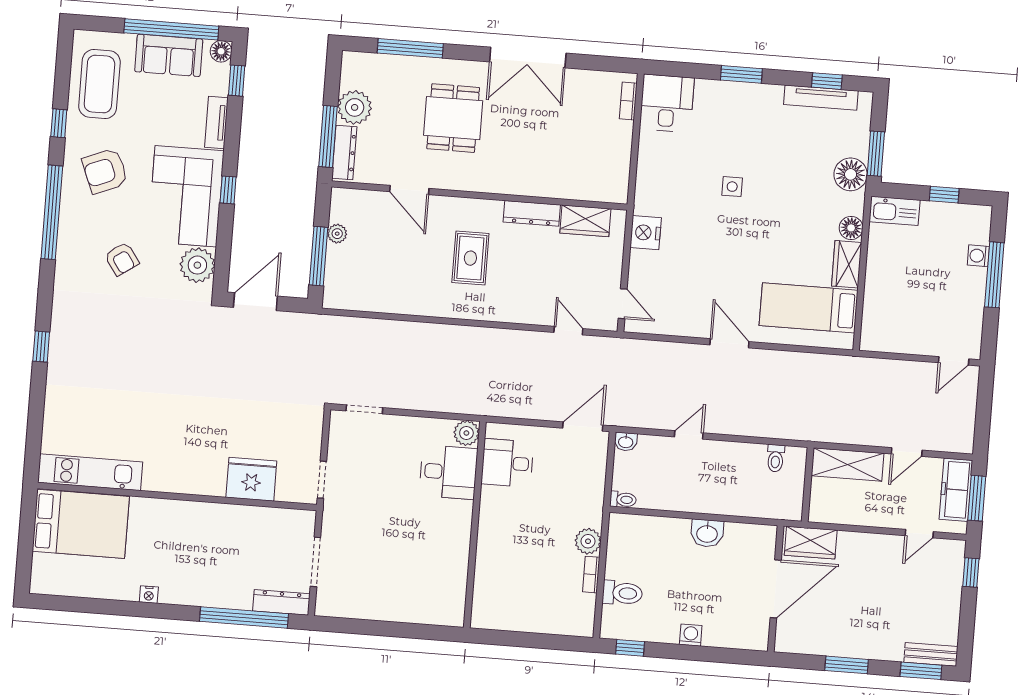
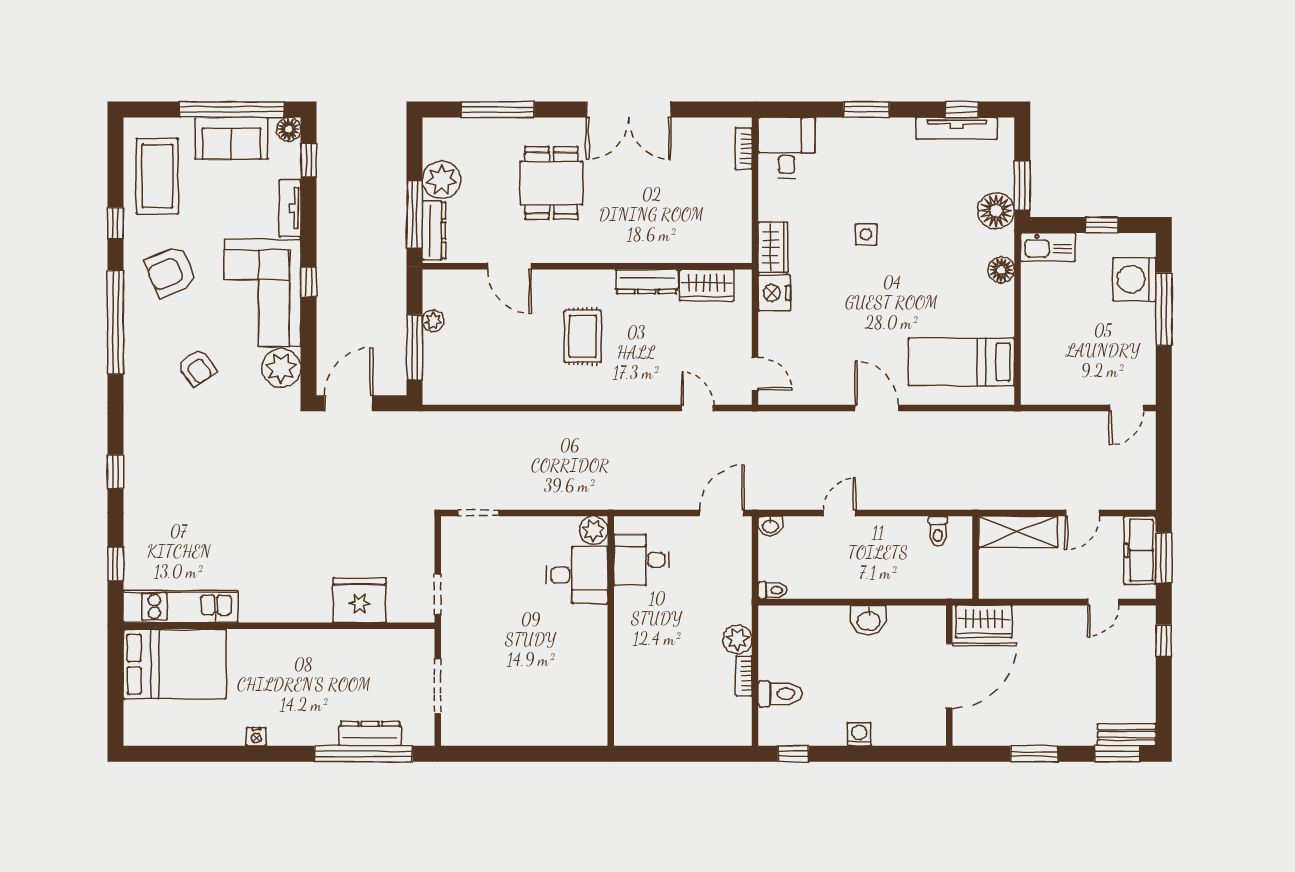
washing machine: (978, 256) -> (1134, 279), width x1.89, depth x1.89
wardrobe: (847, 264) -> (773, 247), moved, turned 180
window: (35, 429) -> (116, 564), added
dresser: (281, 602) -> (370, 734), moved

